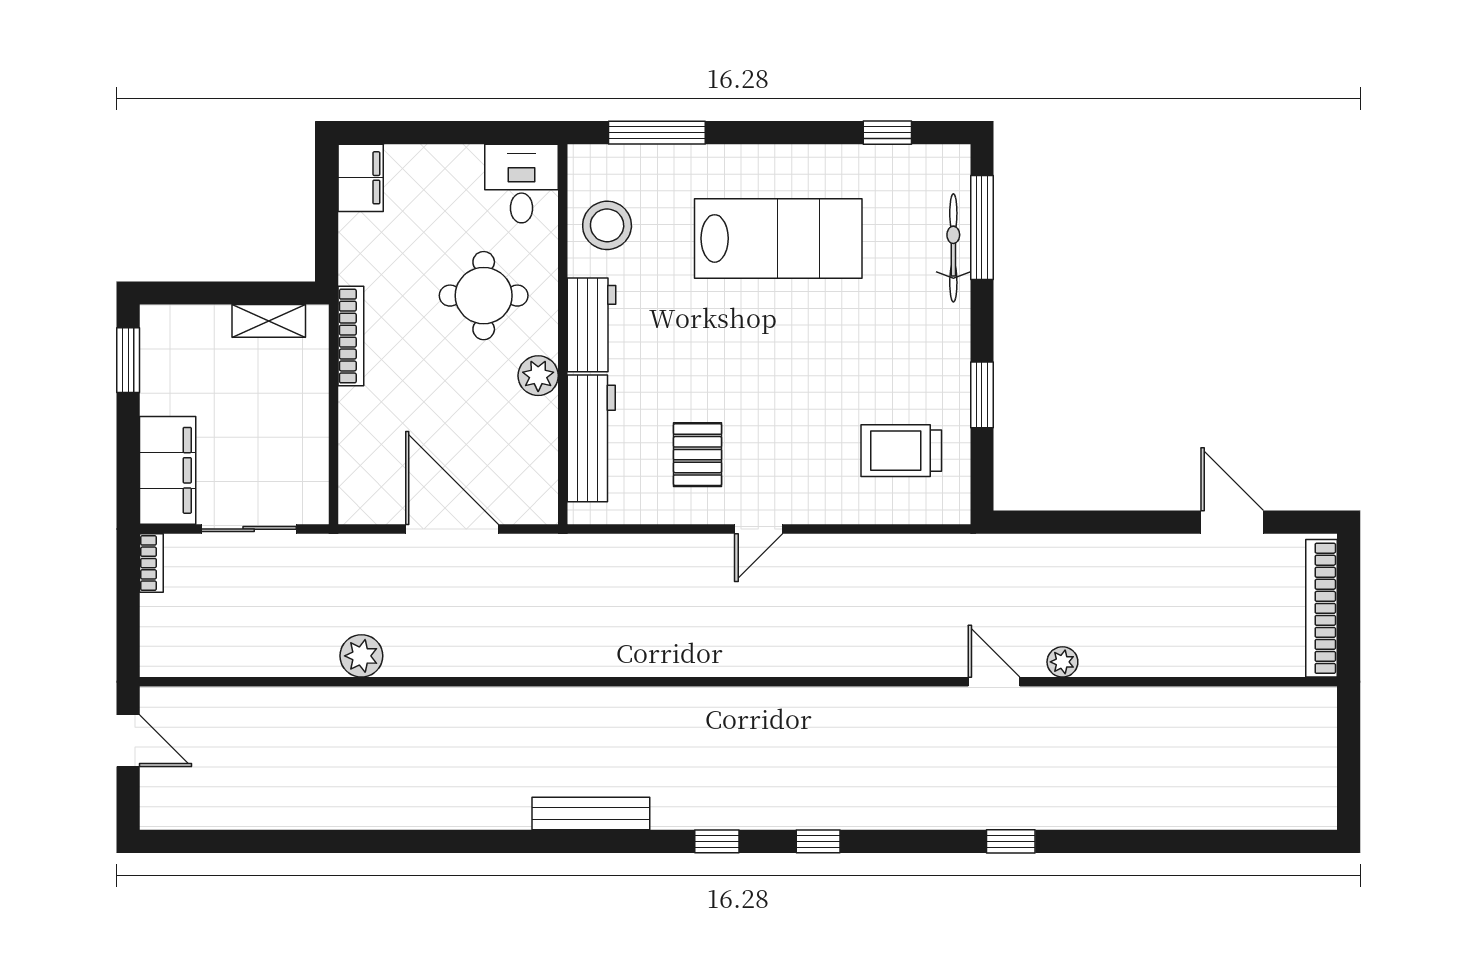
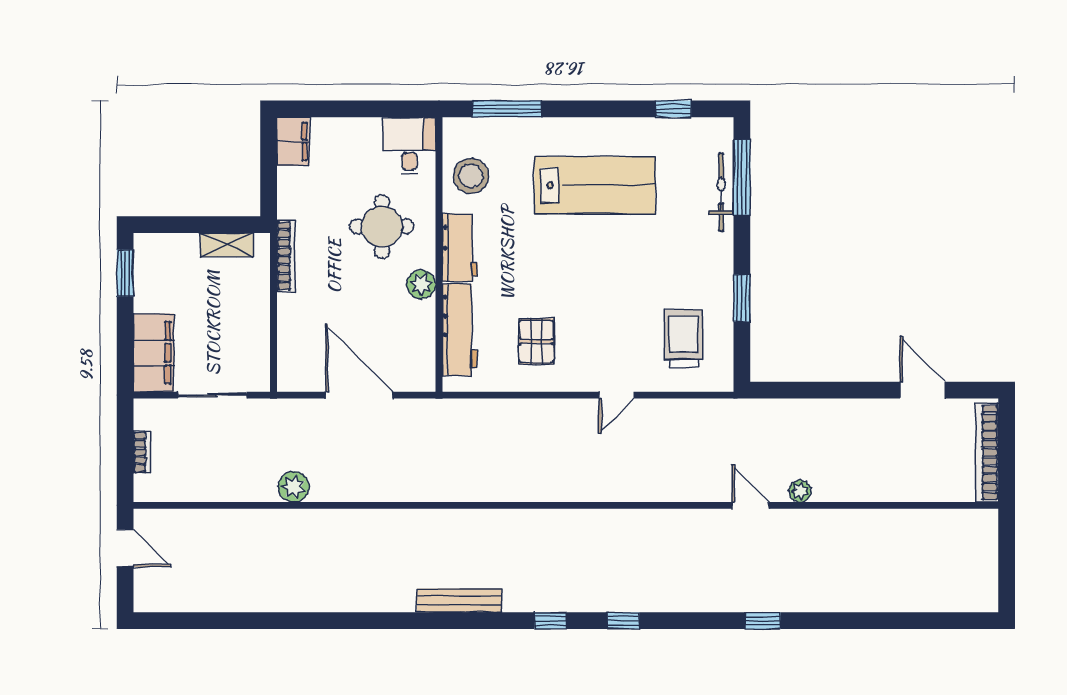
trolley: (901, 451) -> (684, 339), turned 90
door: (759, 529) -> (616, 395), moved
bookcase: (151, 563) -> (142, 452), moved

